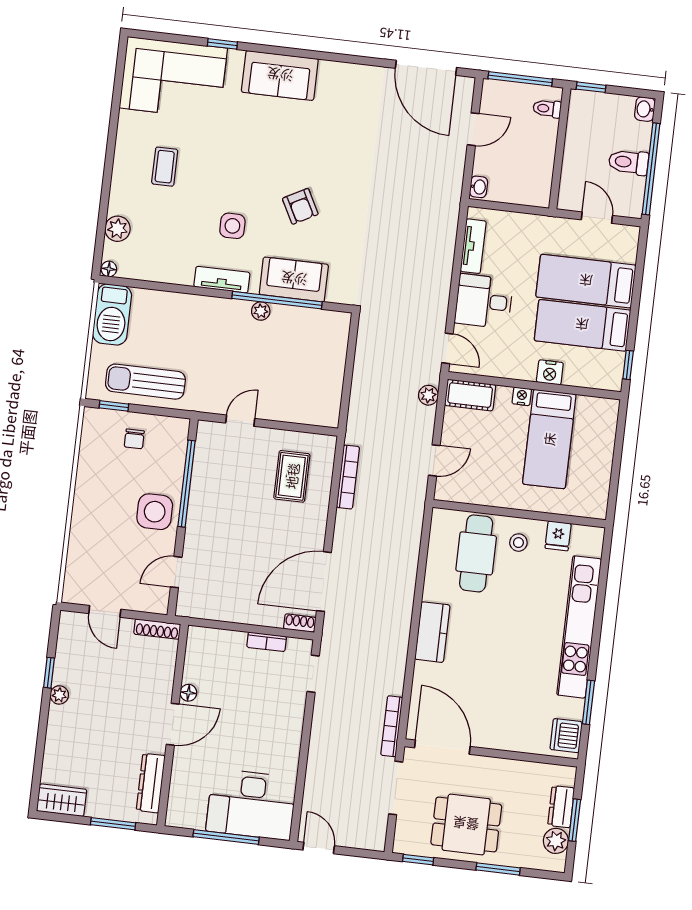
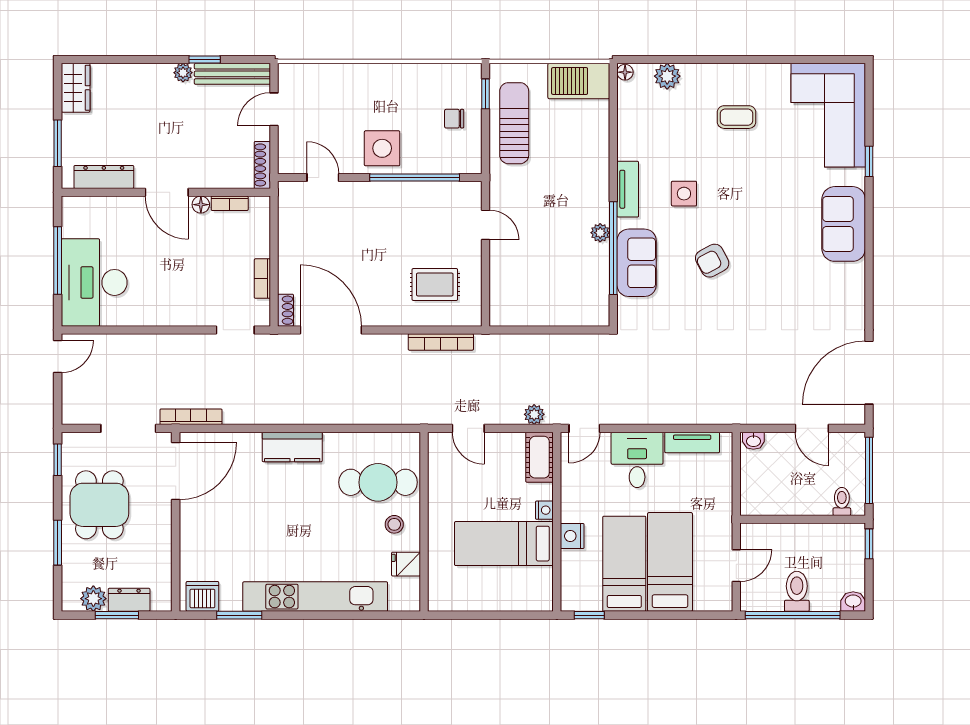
bench: (66, 648) -> (232, 74), added
bookcase: (190, 665) -> (230, 203), added

